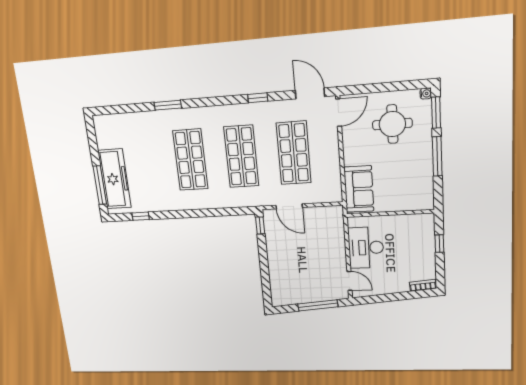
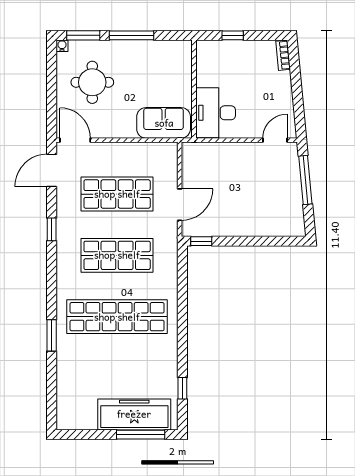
shop shelf: (190, 160) -> (117, 317), width x1.40
desk: (366, 248) -> (216, 113), moved, turned 90

